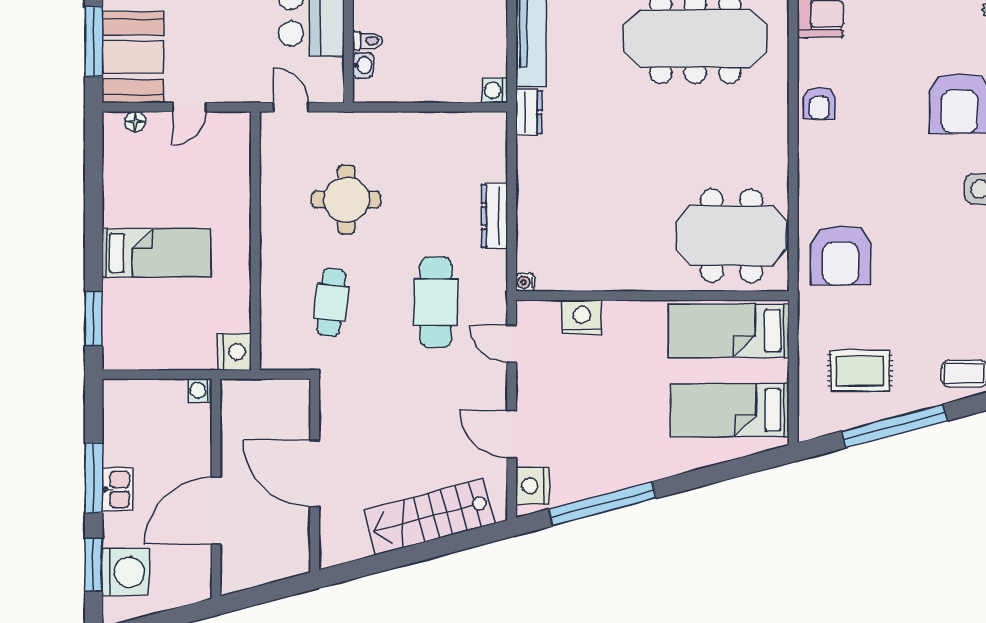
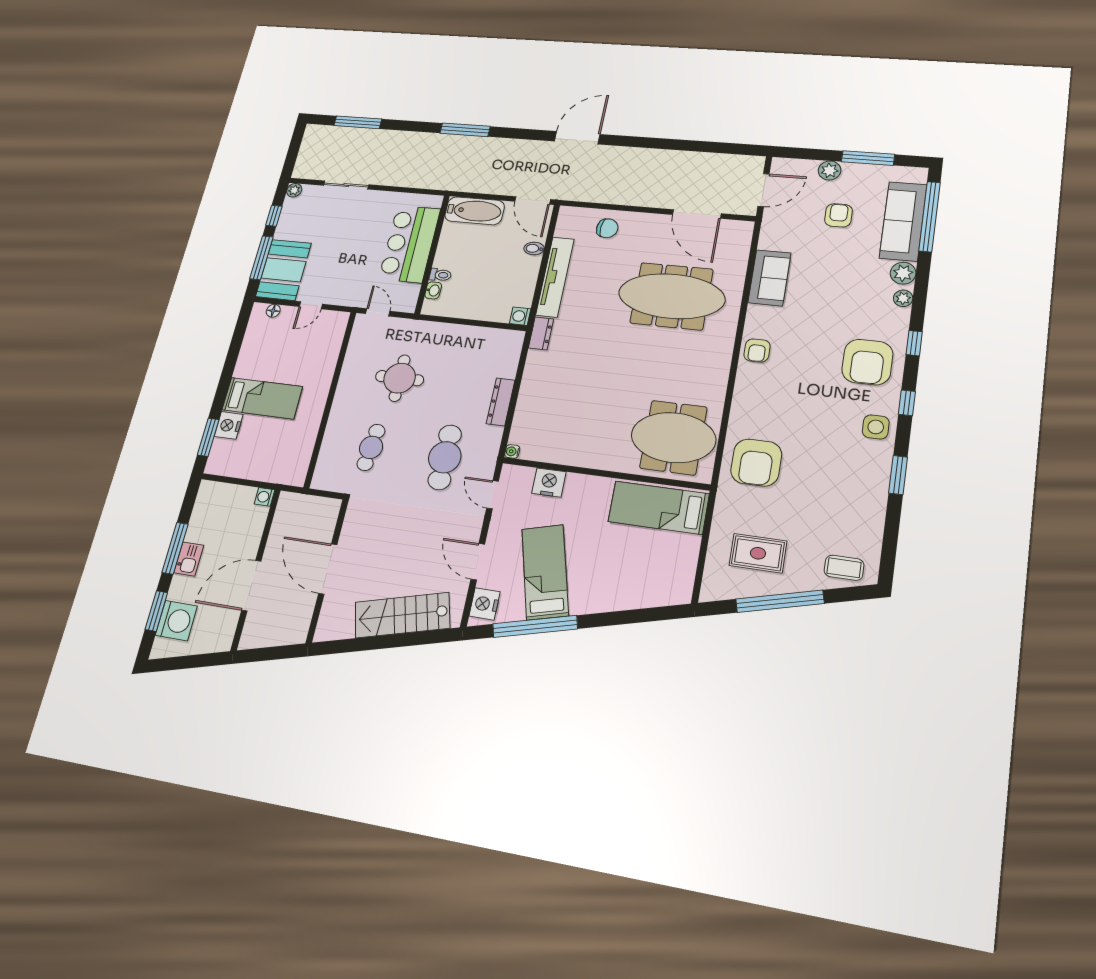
nightstand: (235, 352) -> (229, 425), moved, turned 180
bed: (730, 410) -> (545, 572), moved, turned 75

